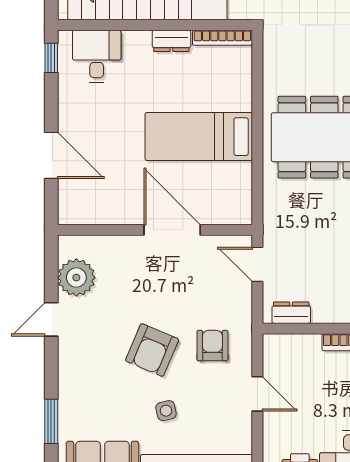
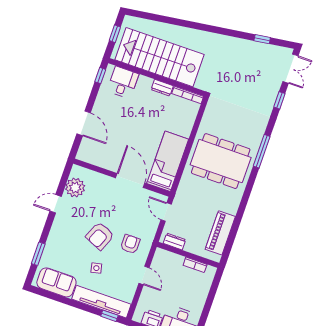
bed: (199, 137) -> (168, 161), moved, turned 90

